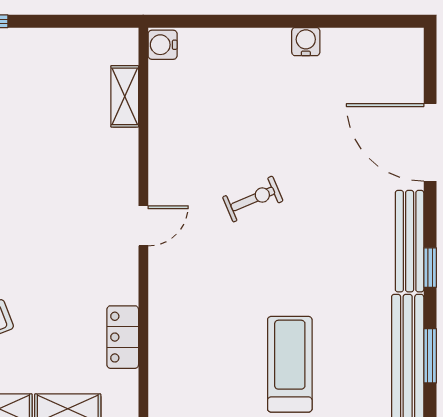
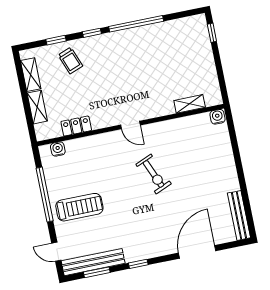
water cooler: (306, 42) -> (58, 149), moved, turned -90
exercise bike: (253, 199) -> (154, 174), width x1.38, depth x1.39
bench: (410, 241) -> (239, 215), moved, turned 90

